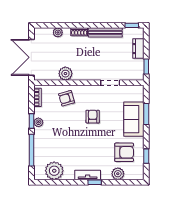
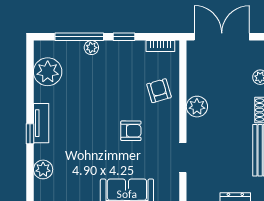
plant: (65, 74) -> (197, 107), moved
plant: (38, 122) -> (91, 48), moved
armchair: (124, 152) -> (76, 179), removed

